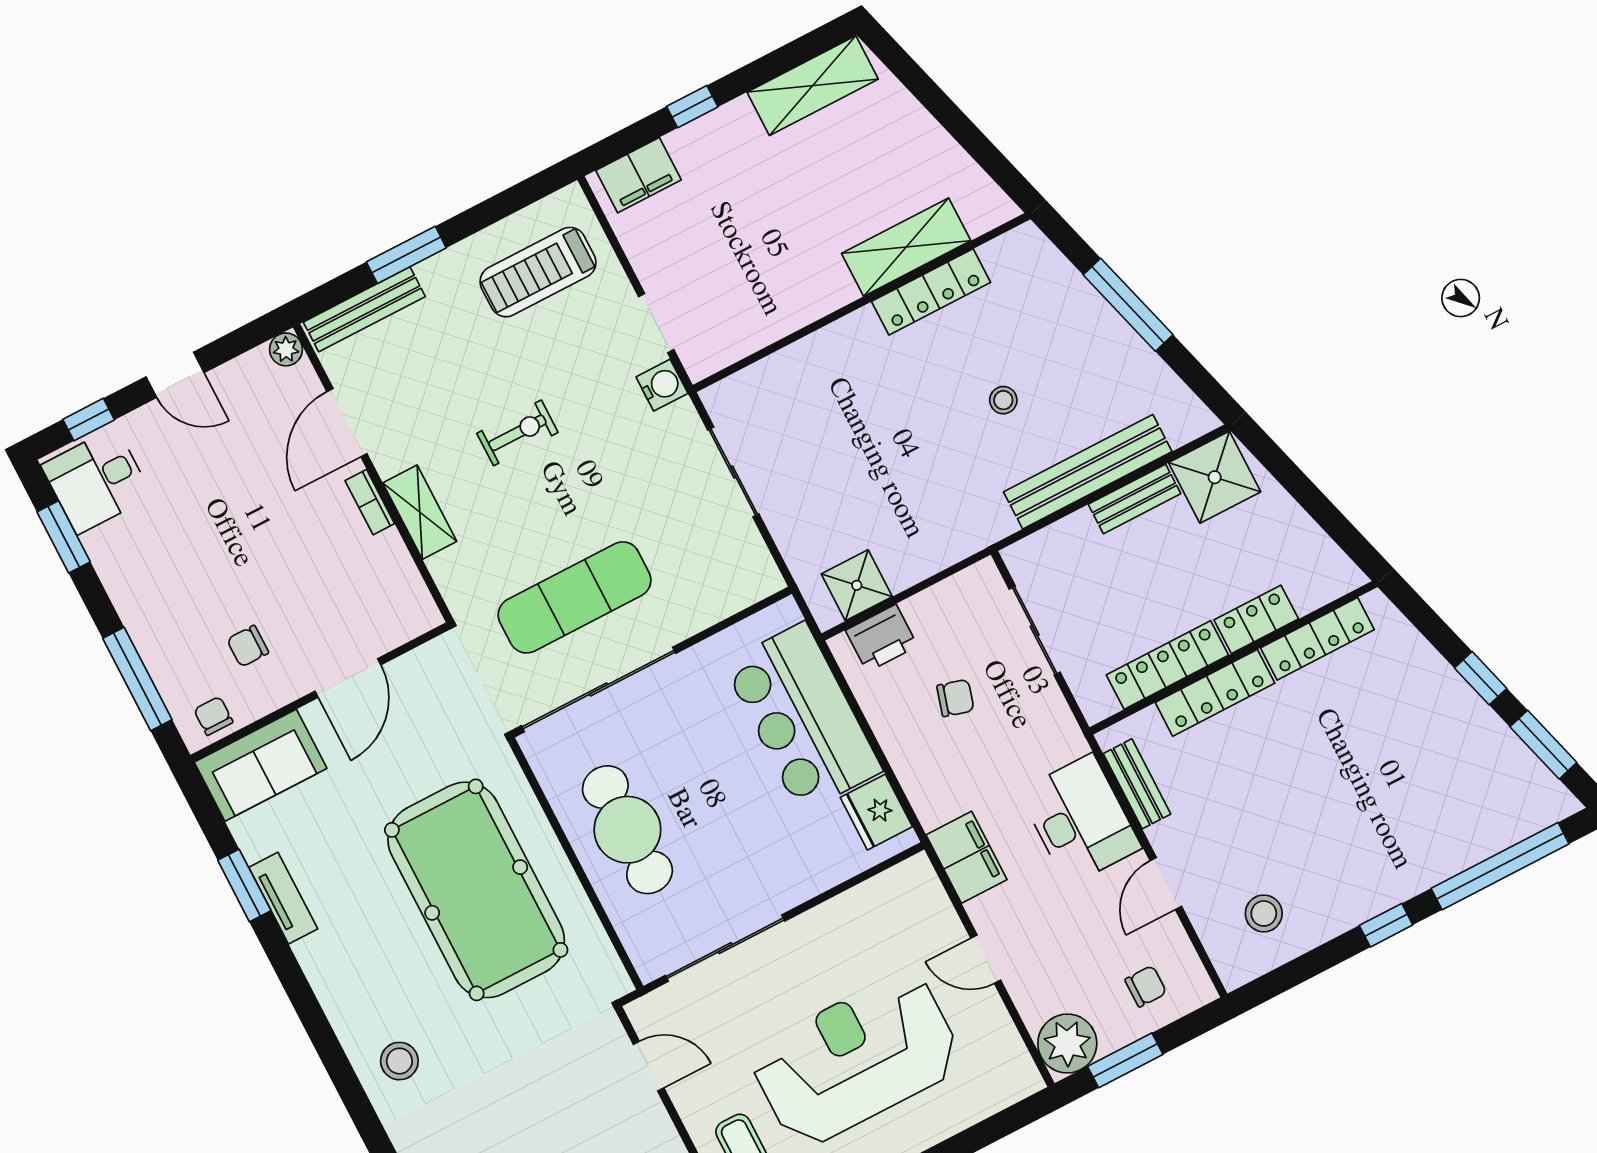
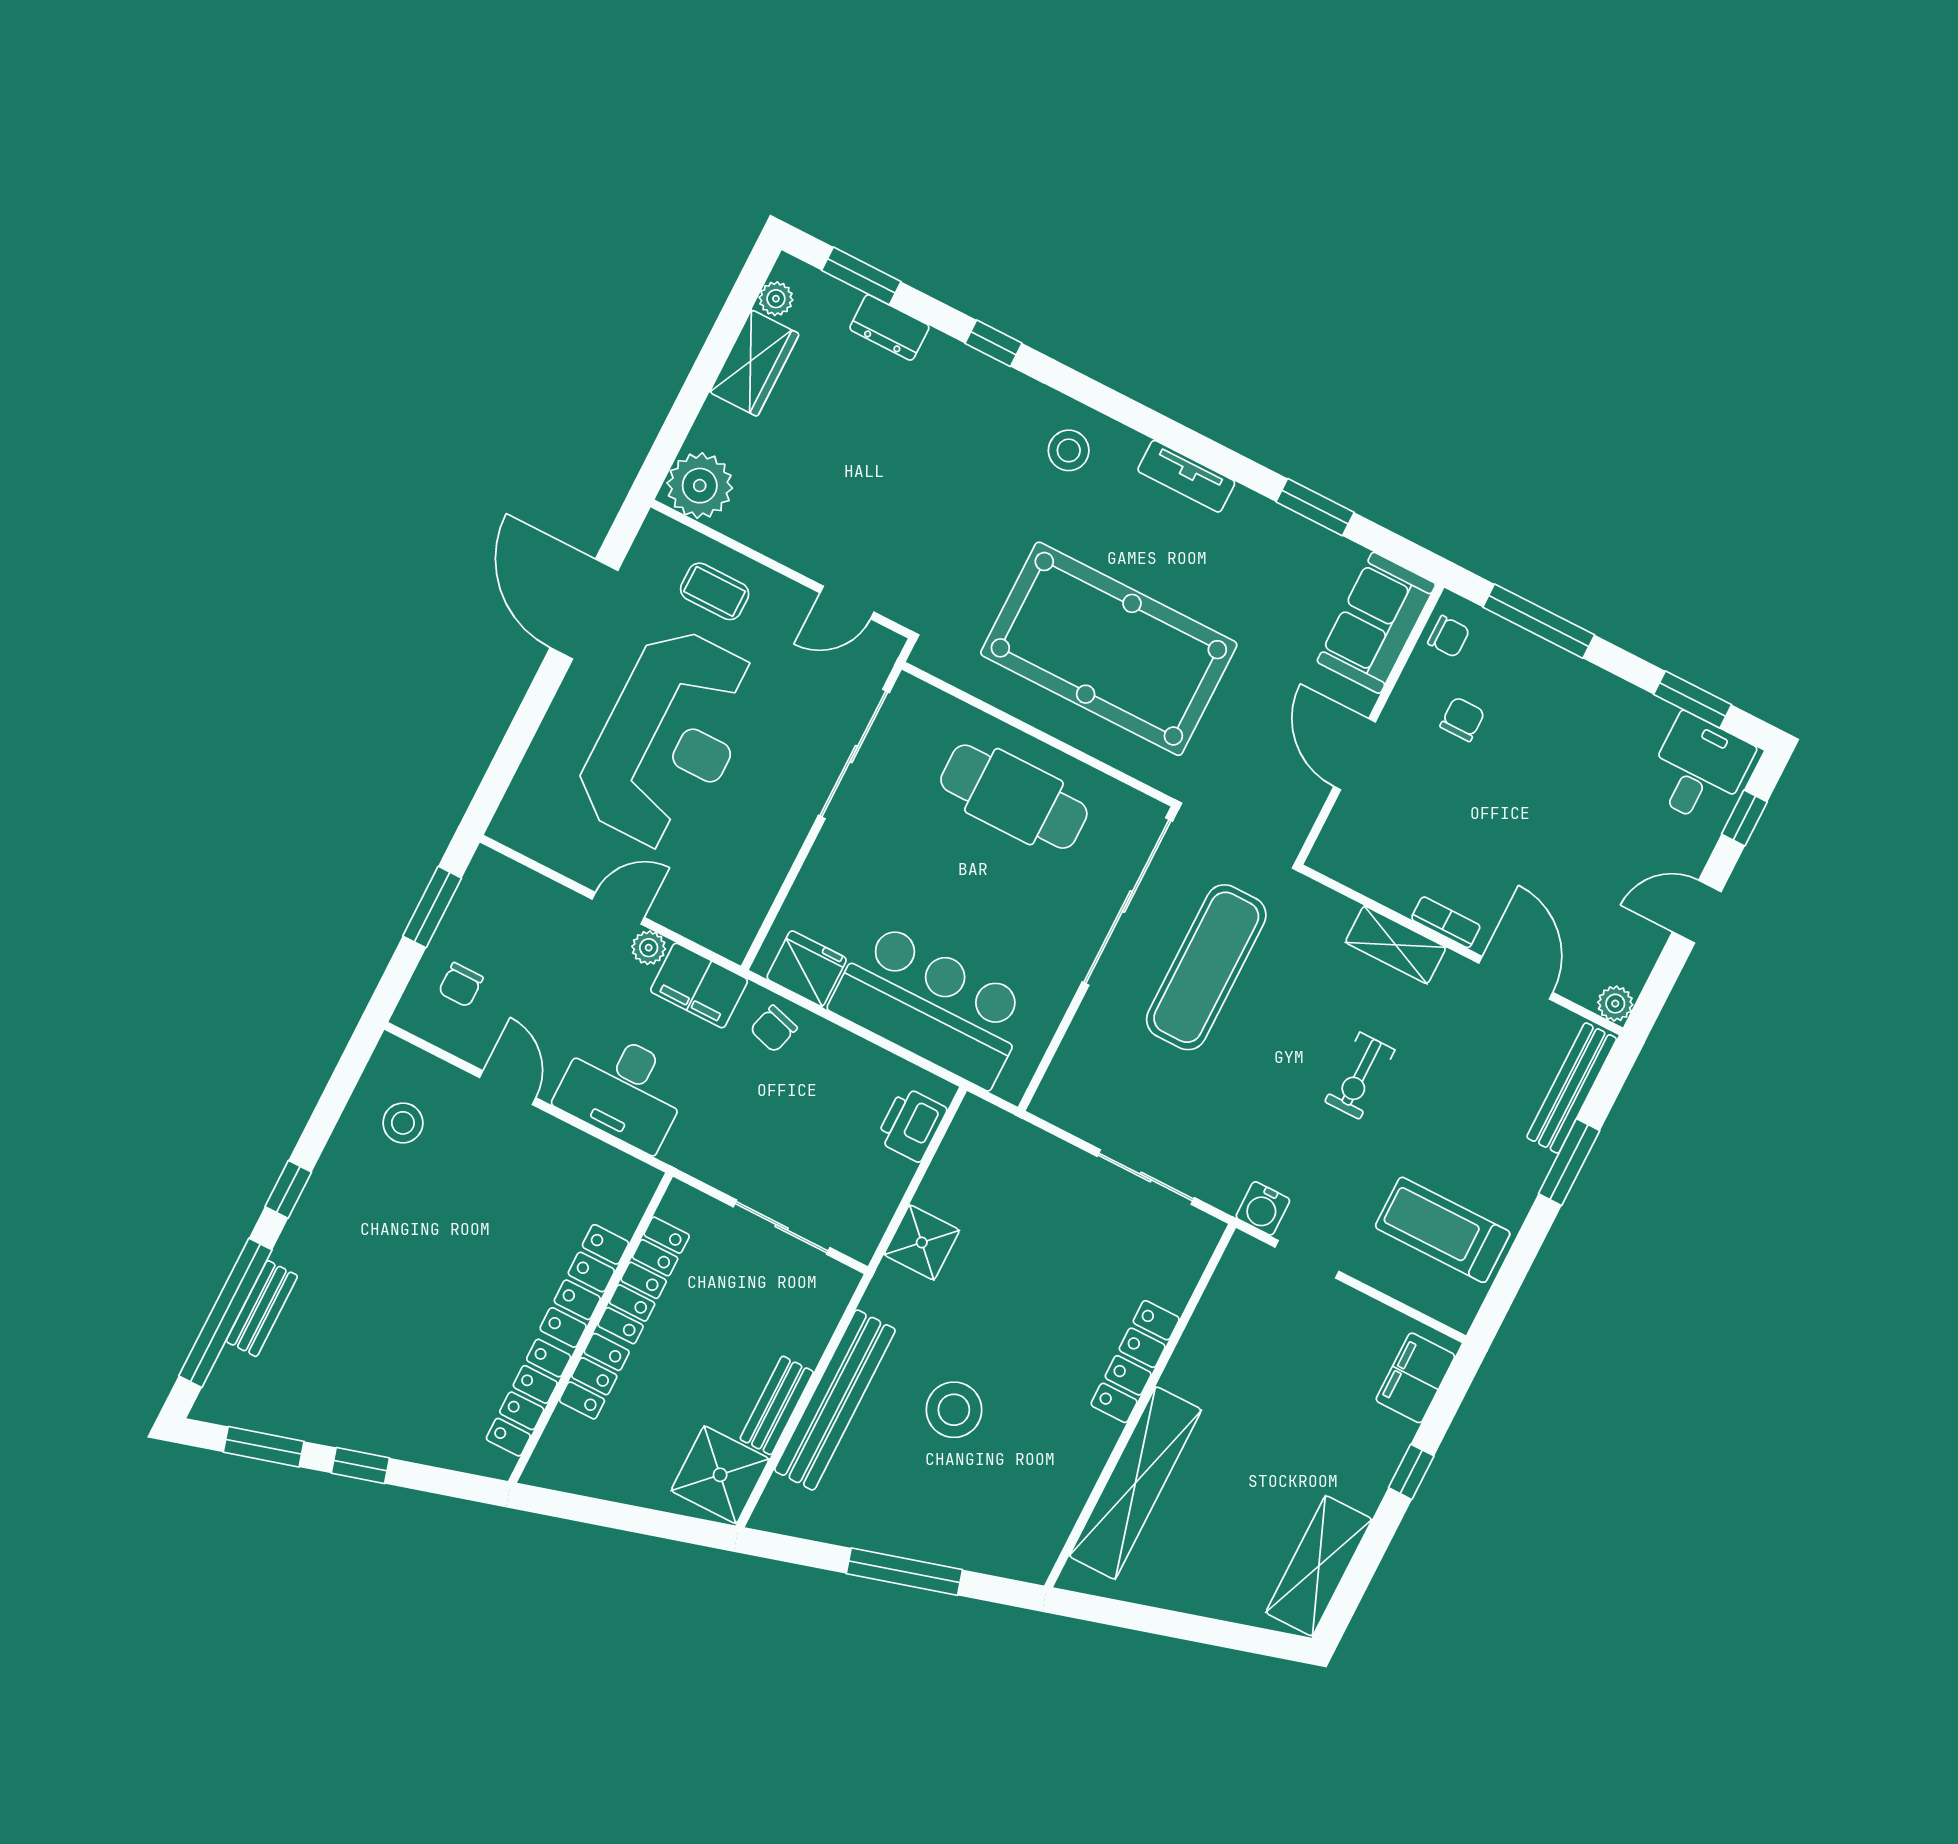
shelving: (906, 247) -> (1135, 1483), width x1.47
treadmill: (538, 272) -> (1443, 1230), turned -90
locker: (931, 292) -> (1135, 1362), moved
stool: (1003, 400) -> (954, 1410), width x1.89, depth x1.89
shower: (857, 585) -> (922, 1242), moved
chair: (955, 698) -> (774, 1029), moved
bench: (1137, 784) -> (262, 1309), moved, turned 90
tv unit: (283, 898) -> (1186, 476), moved
plant: (1067, 1044) -> (649, 948), moved, width x0.53, depth x0.53

